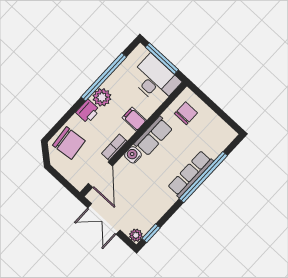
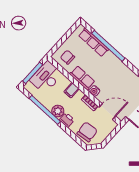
row of seats: (191, 174) -> (94, 42), moved

